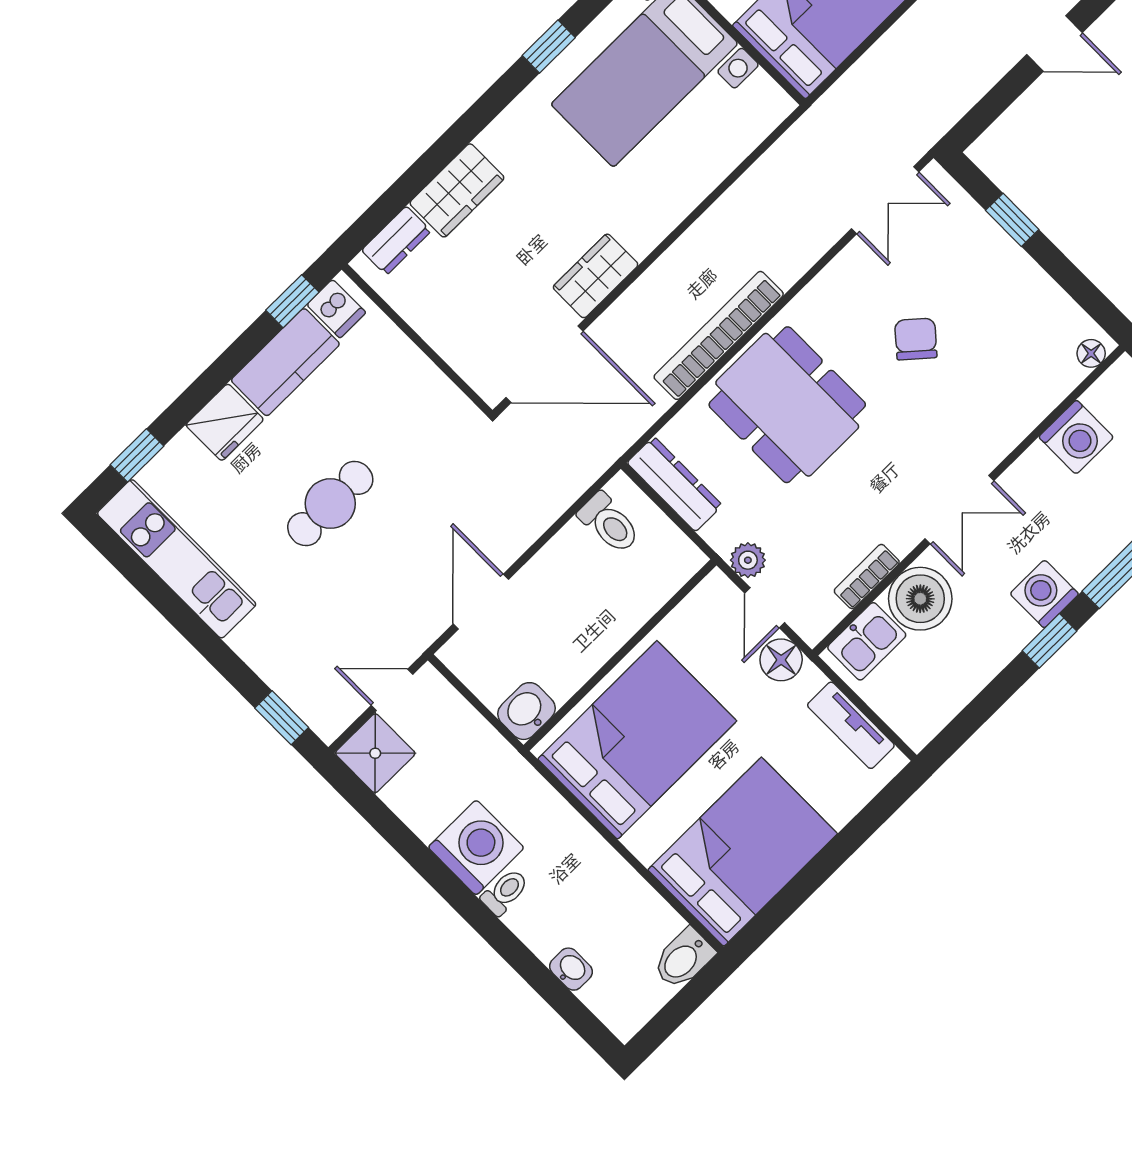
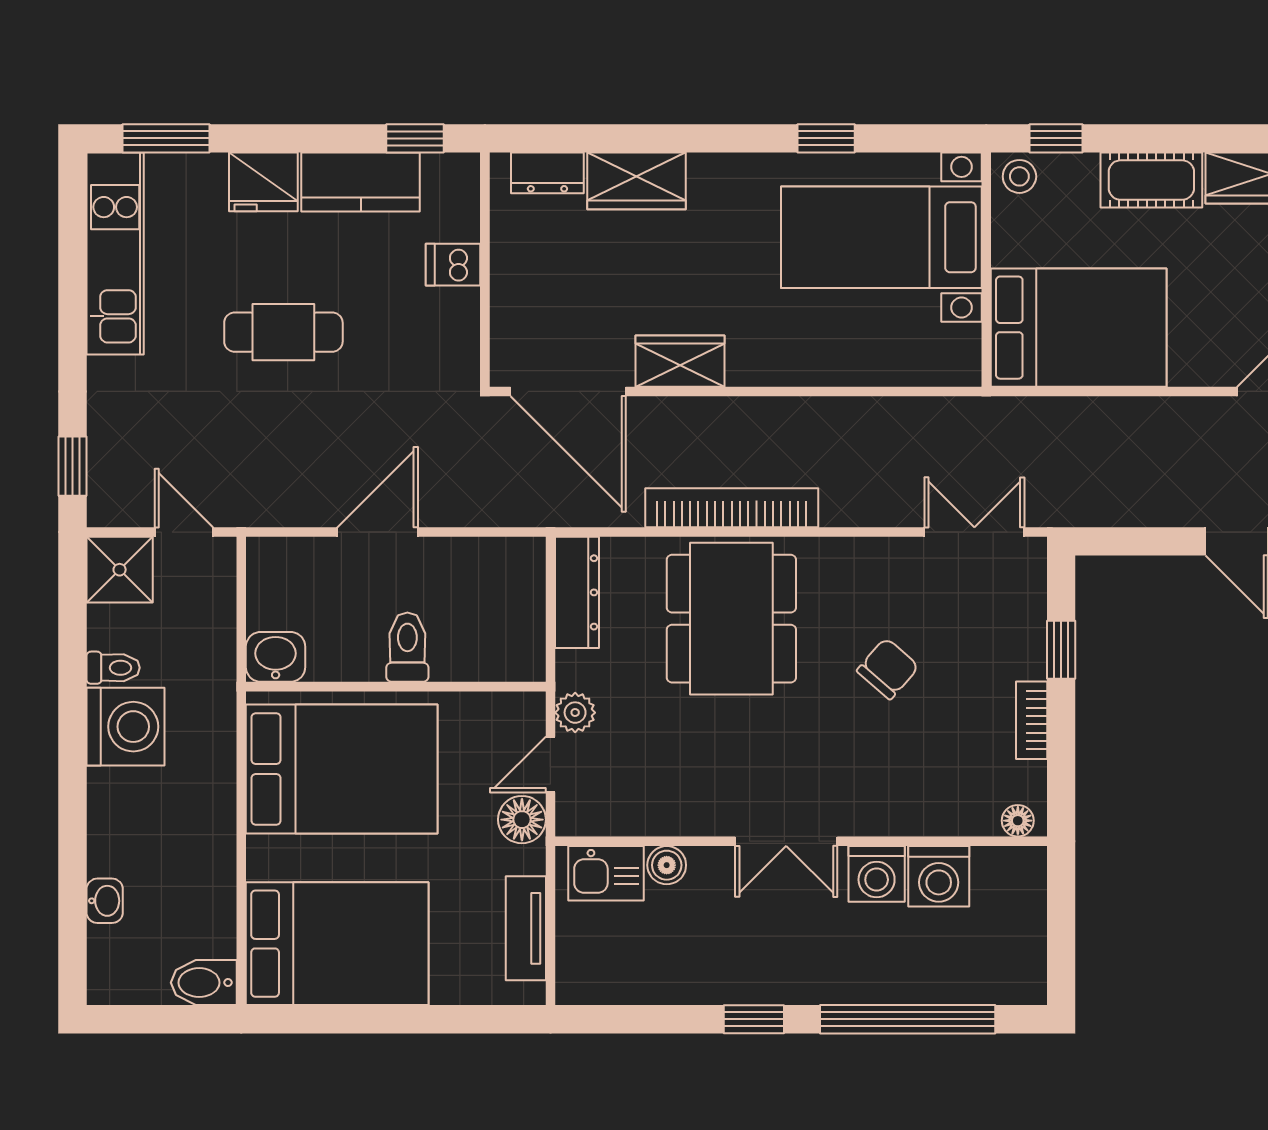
double door: (885, 200) -> (974, 532), swing flipped
dishwasher: (336, 309) -> (453, 265), moved, turned 90
window: (137, 455) -> (166, 138), width x1.50
toilet: (609, 523) -> (407, 647), moved, turned 180
bookcase: (867, 577) -> (1032, 720), moved, turned -90
washing machine: (1044, 594) -> (877, 874), moved, turned 180
boiler: (920, 599) -> (667, 865), width x0.54, depth x0.54
door: (481, 602) -> (378, 532), moved
toilet: (505, 892) -> (113, 668), moved

